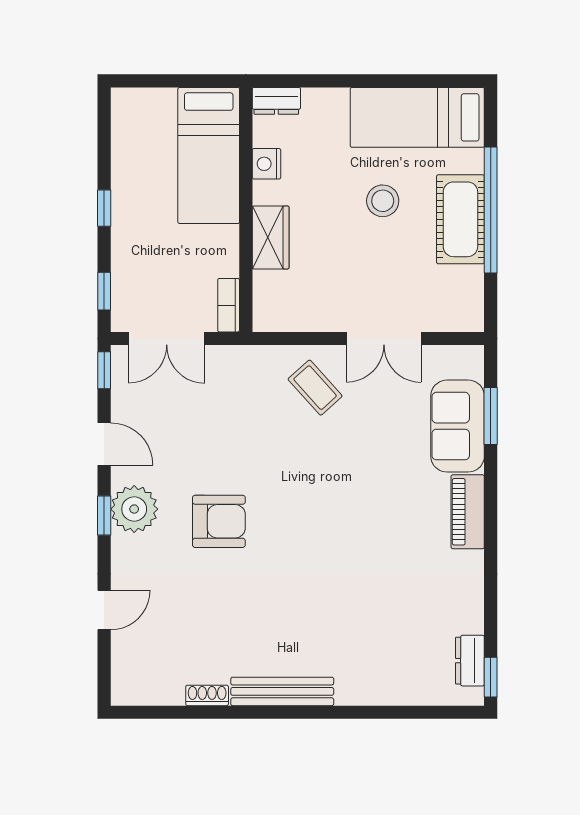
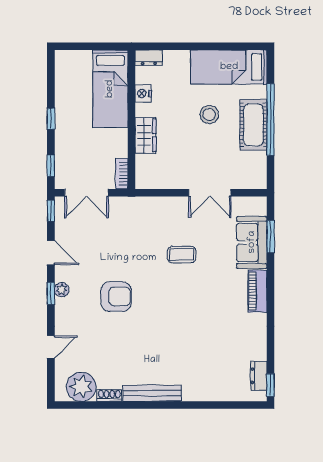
coffee table: (315, 388) -> (182, 255), moved, turned -48
plant: (134, 509) -> (62, 290), width x0.53, depth x0.53
plant: (158, 680) -> (81, 387), added

